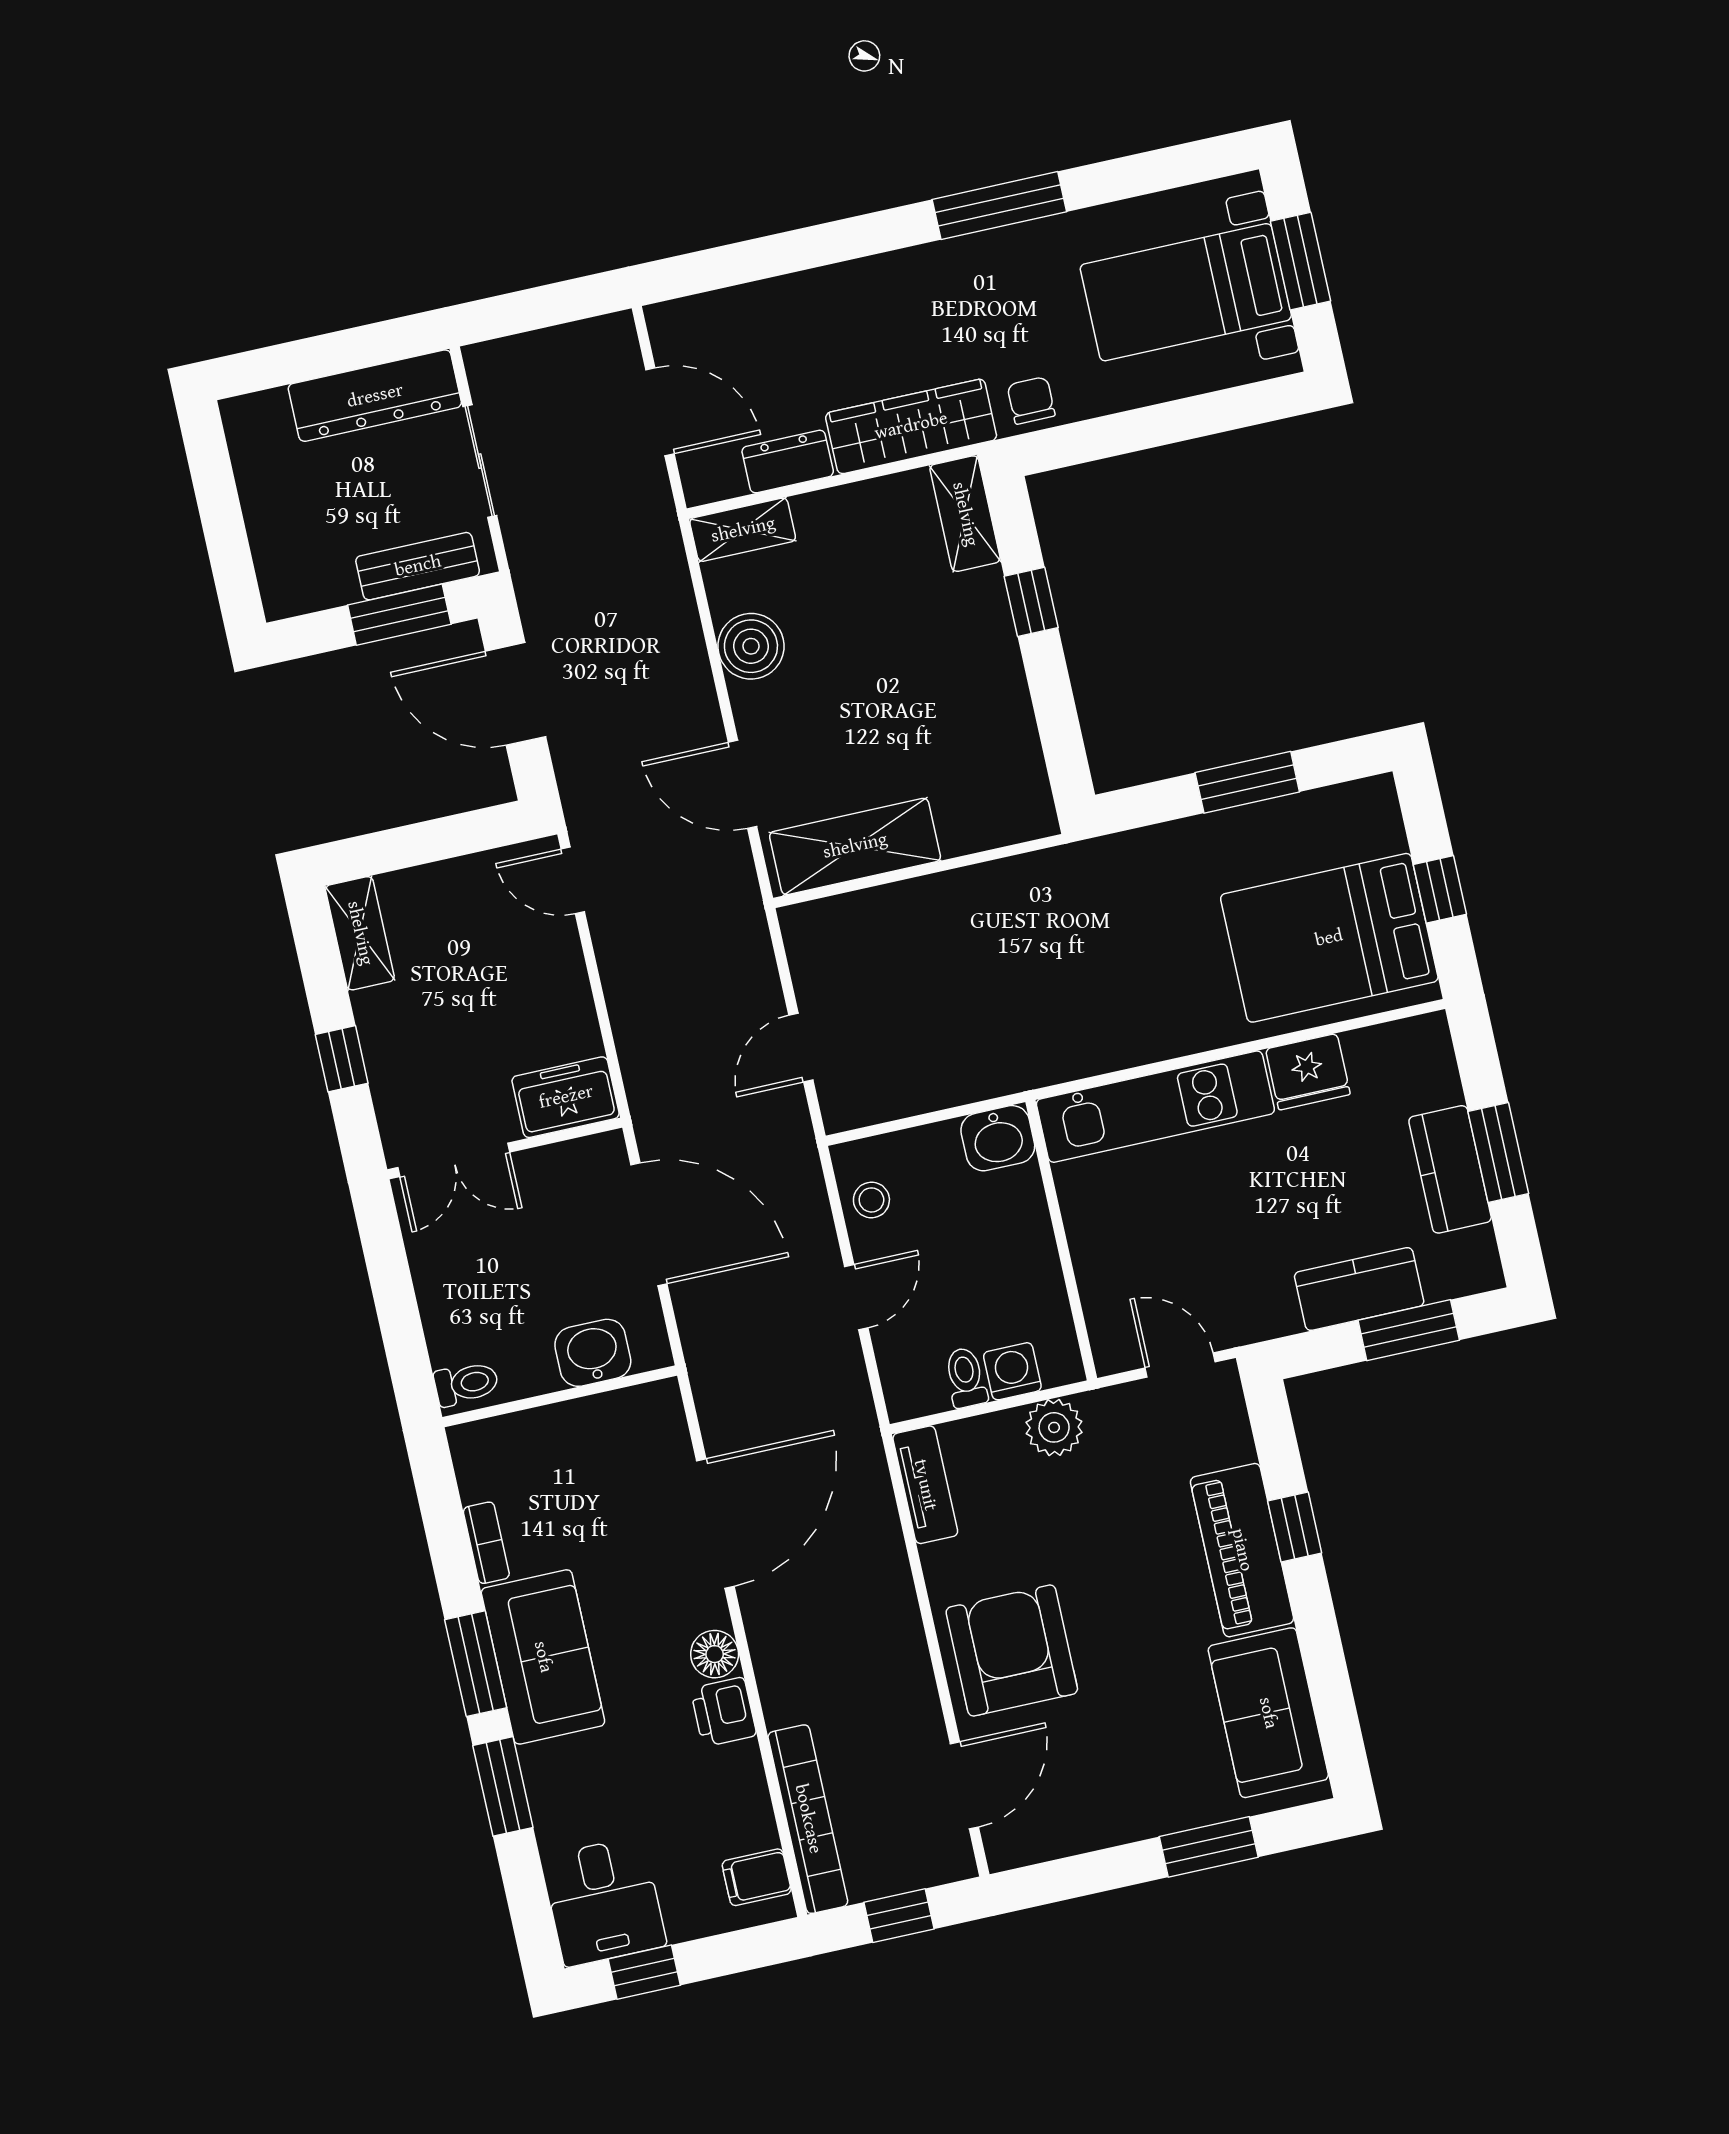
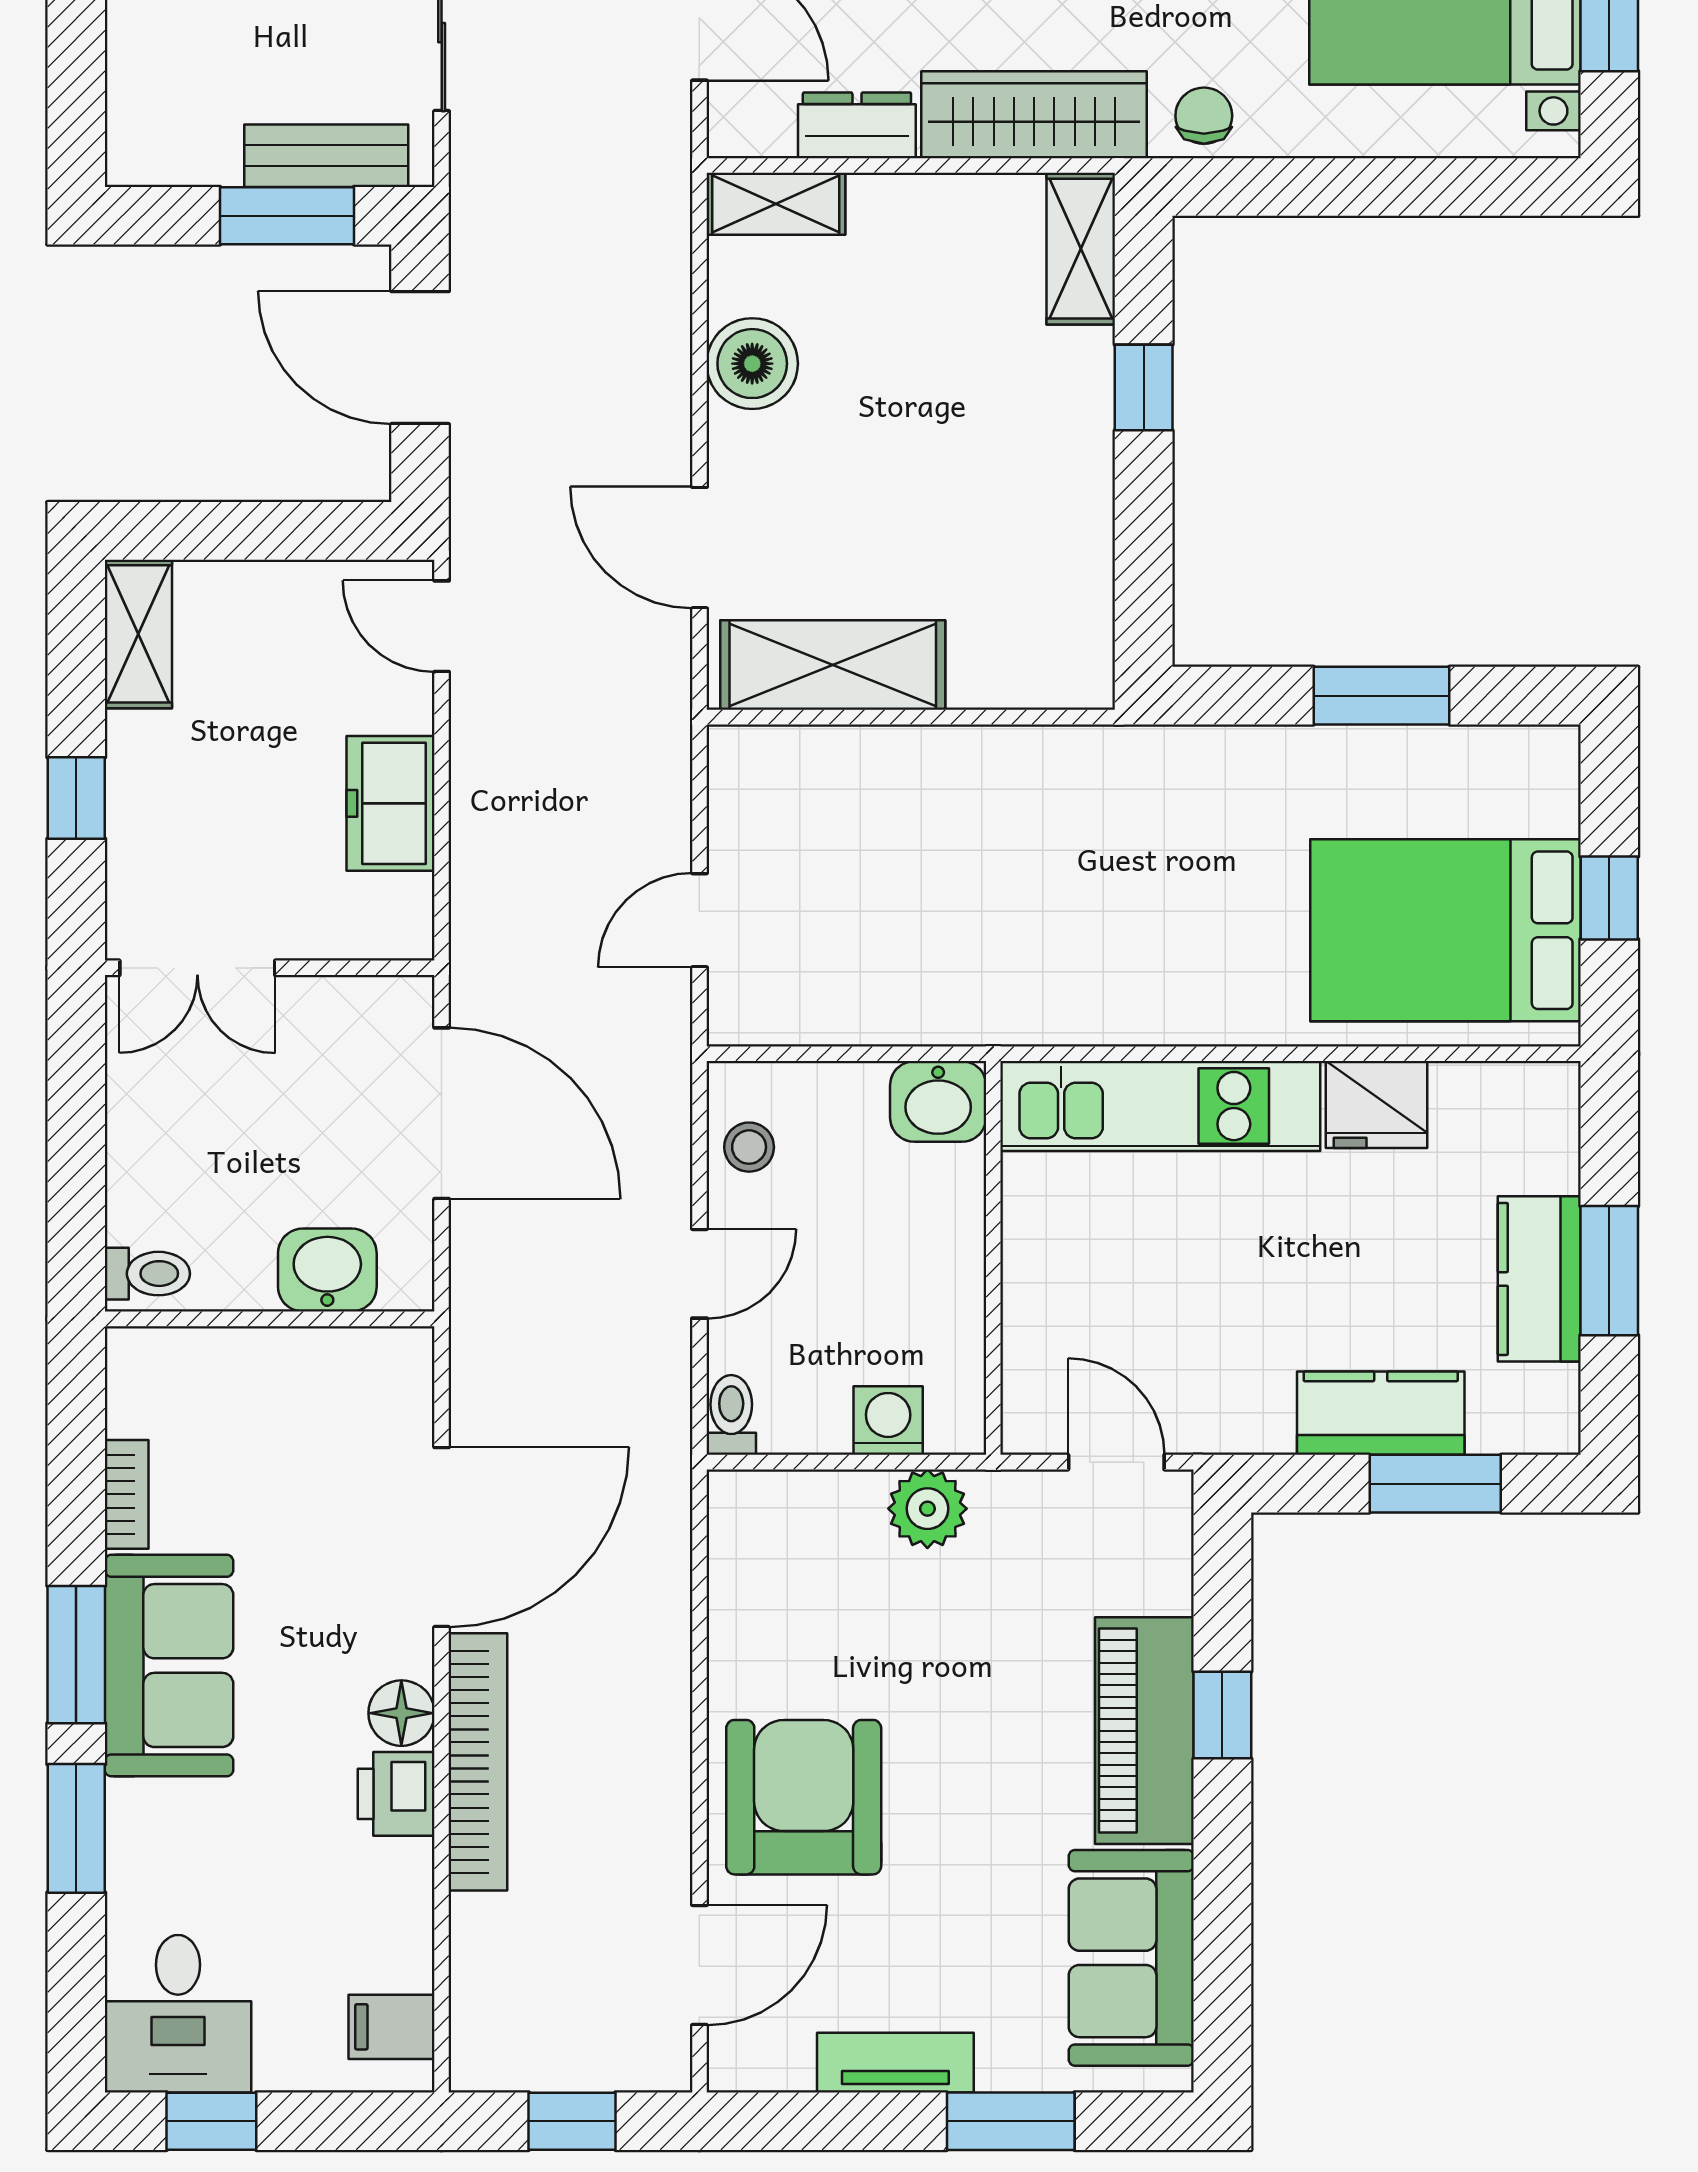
freezer: (566, 1097) -> (391, 803), moved, turned -90
toilet: (966, 1378) -> (731, 1415), moved
tv unit: (925, 1485) -> (895, 2063), moved, turned -90
bookcase: (808, 1819) -> (478, 1762), moved

